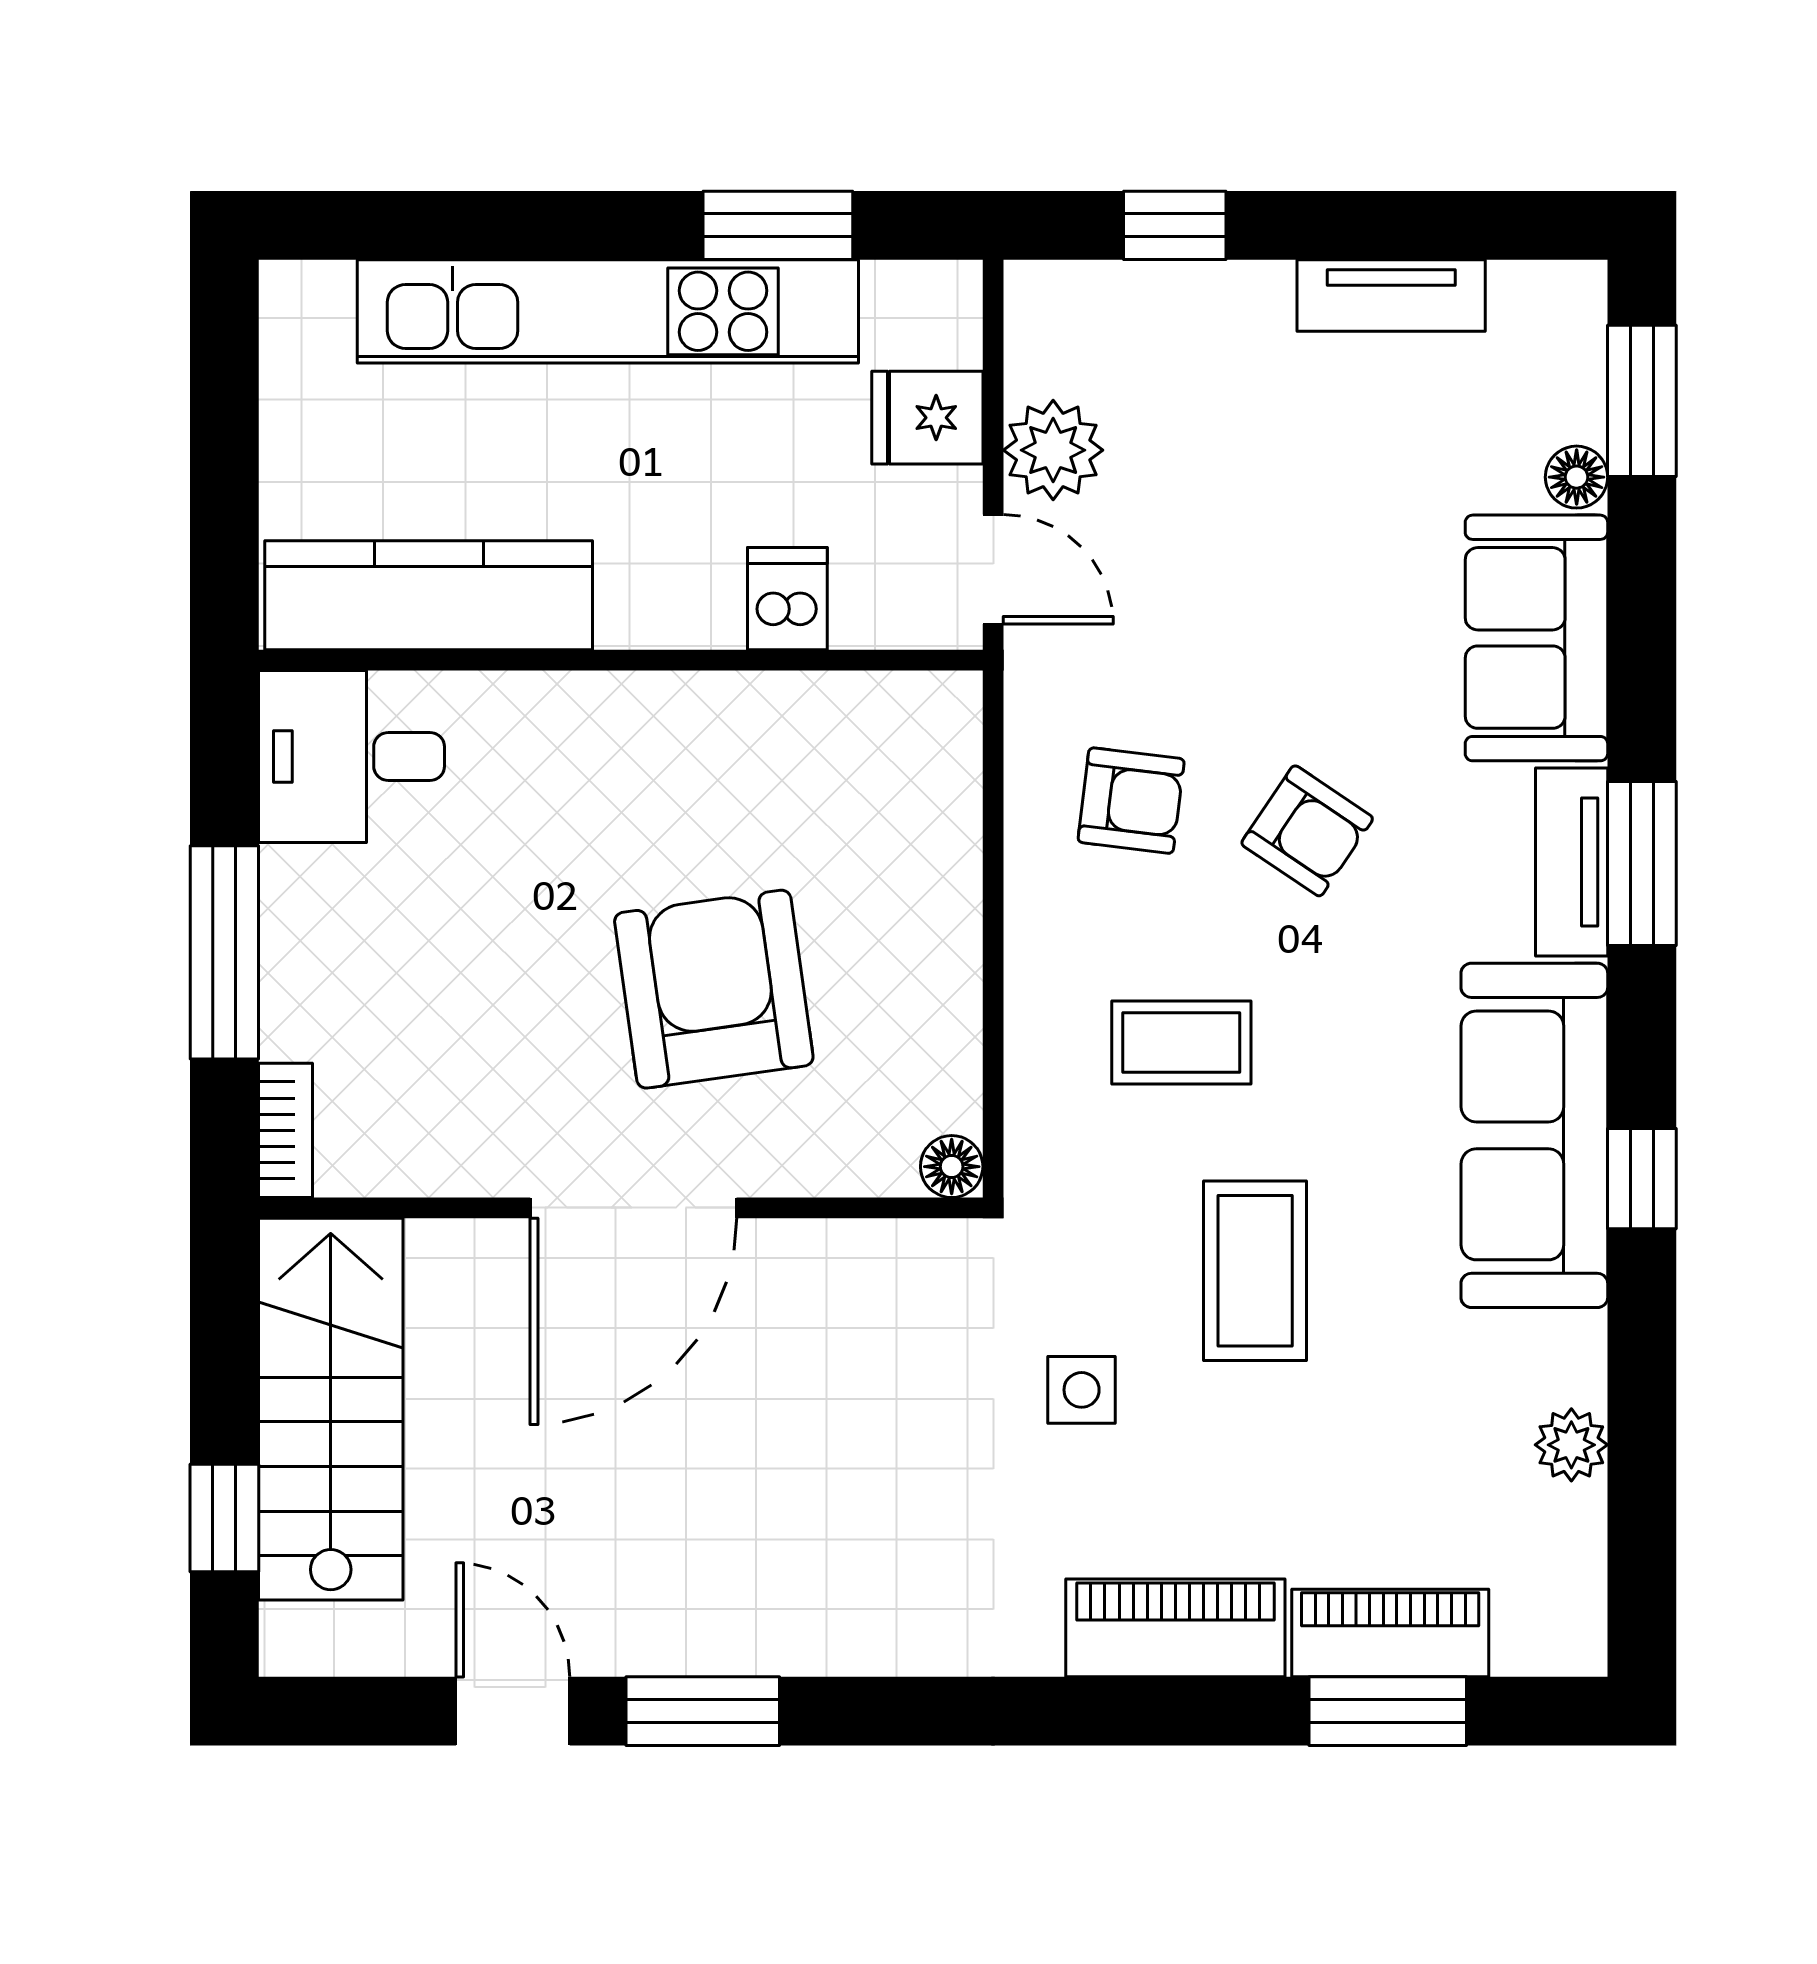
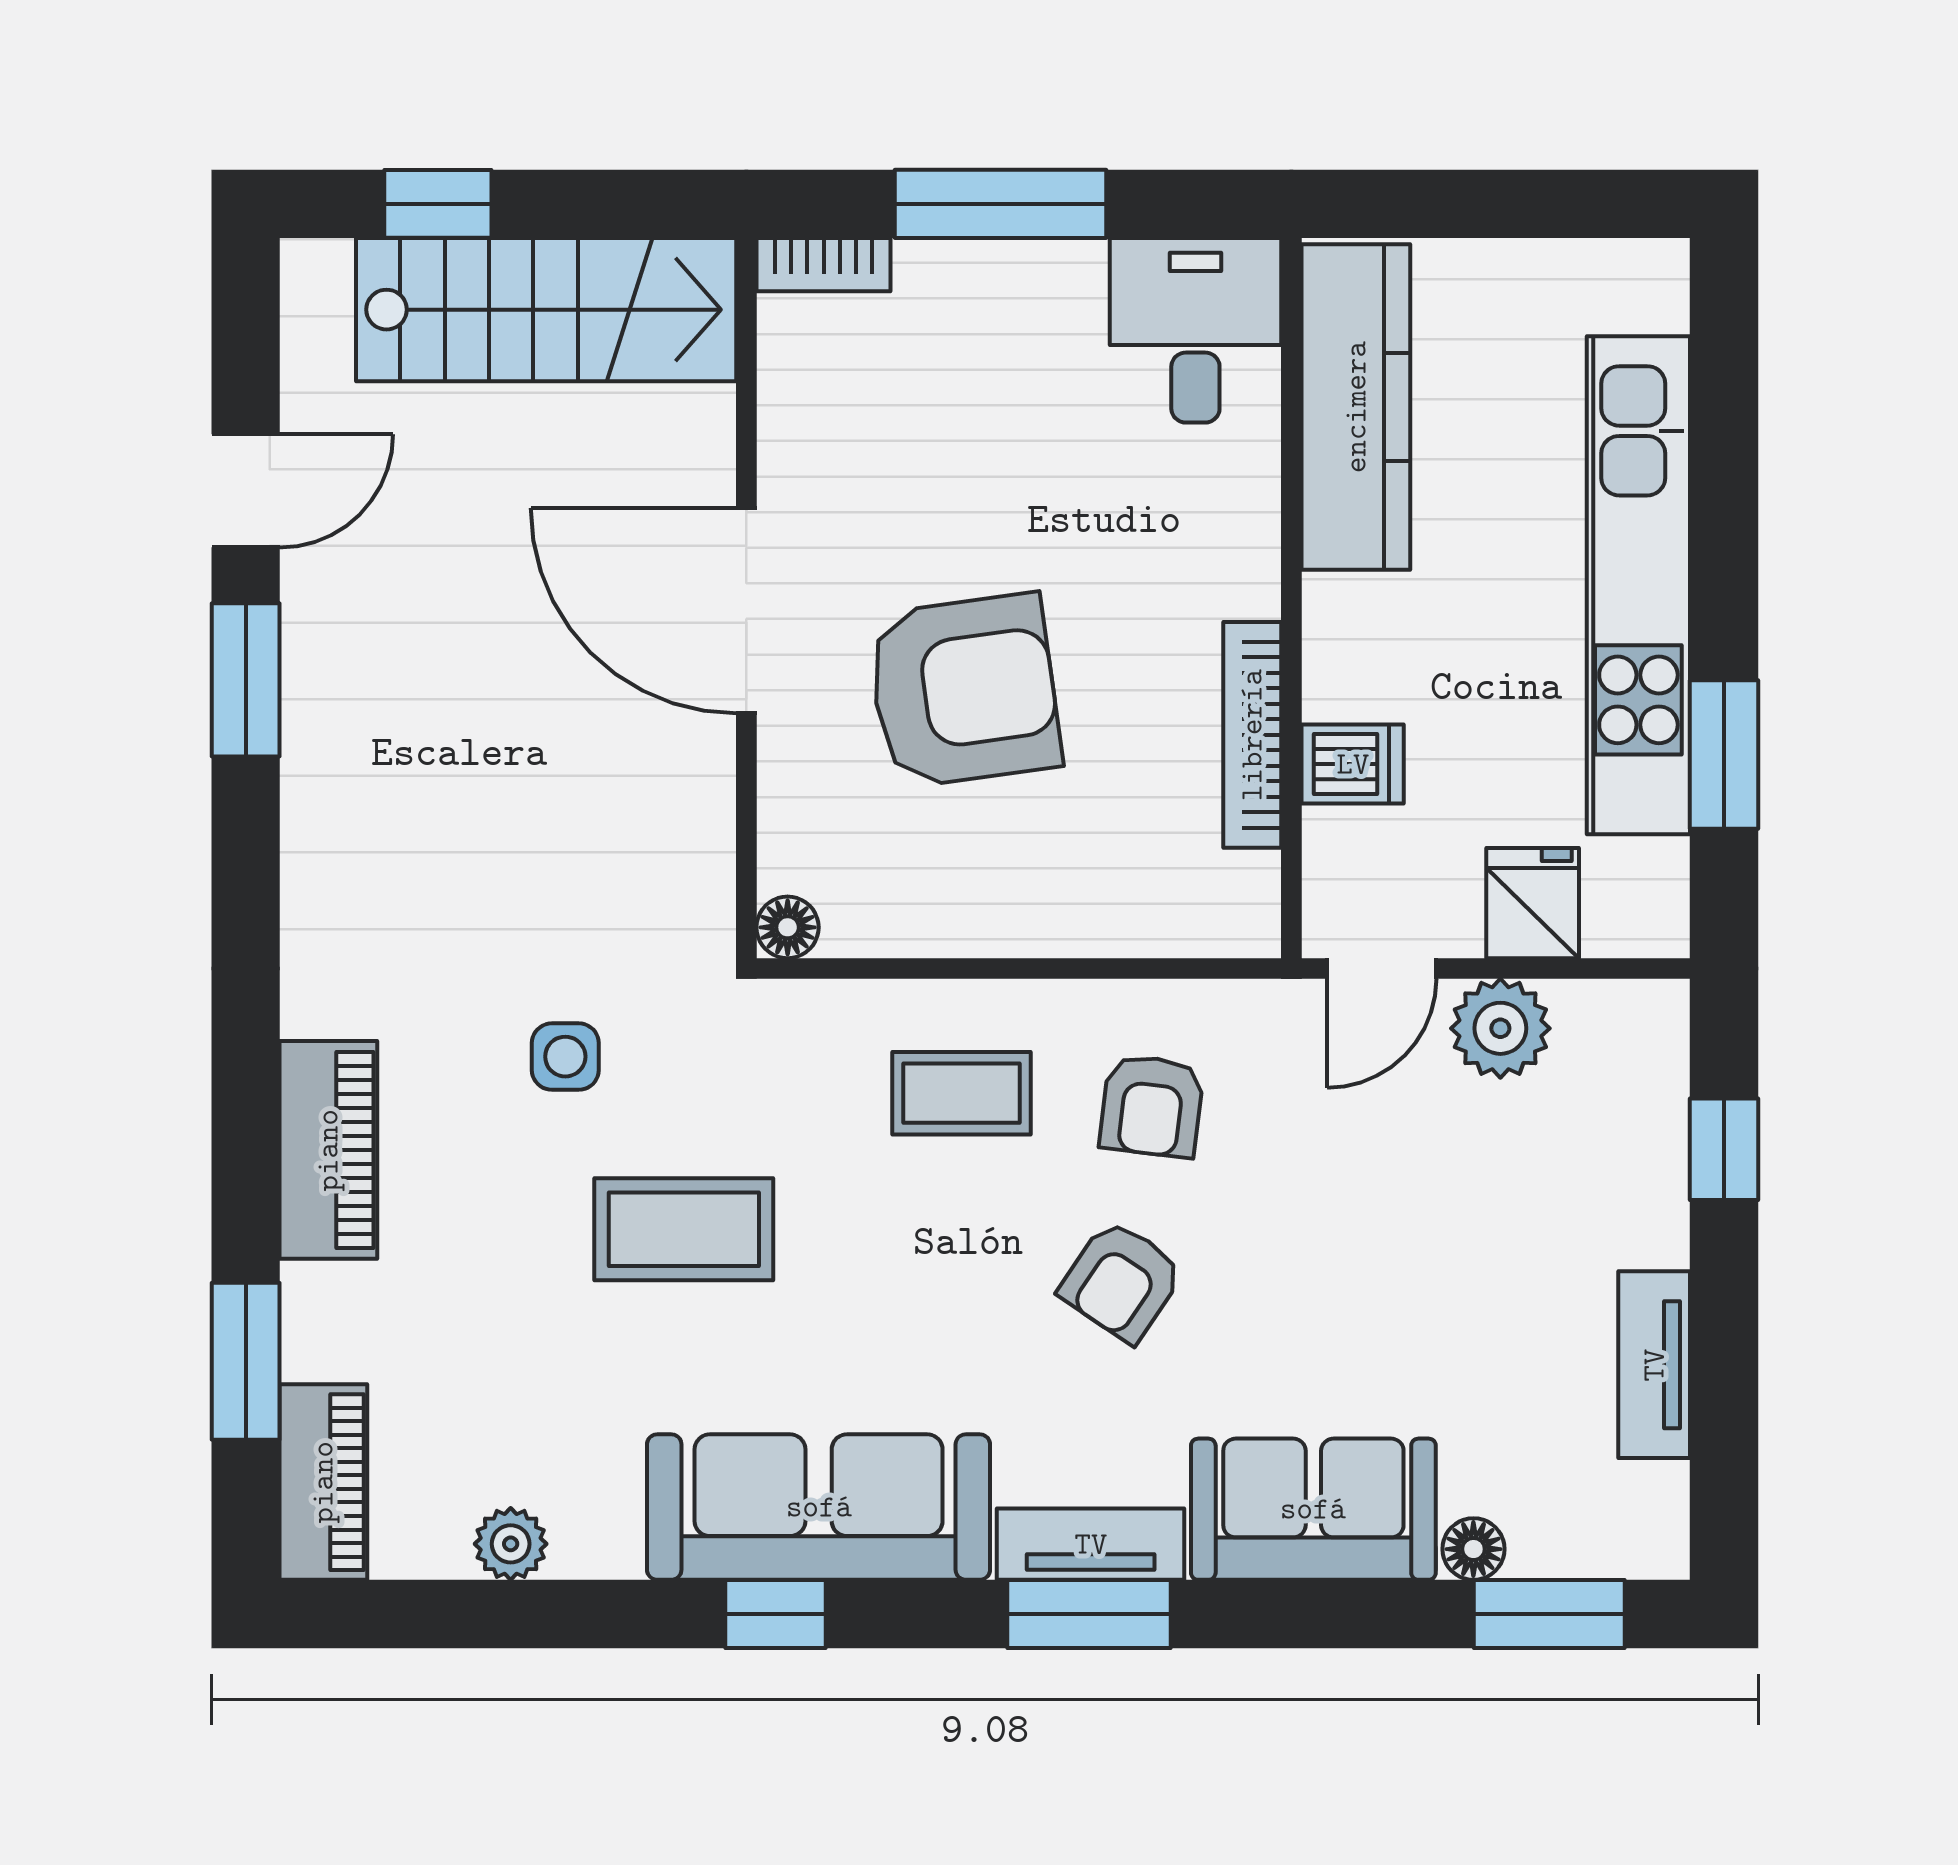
bookcase: (758, 699) -> (1252, 735), added
coffee table: (1181, 1043) -> (962, 1093), moved, turned 90
piano: (1390, 1633) -> (323, 1482), moved

